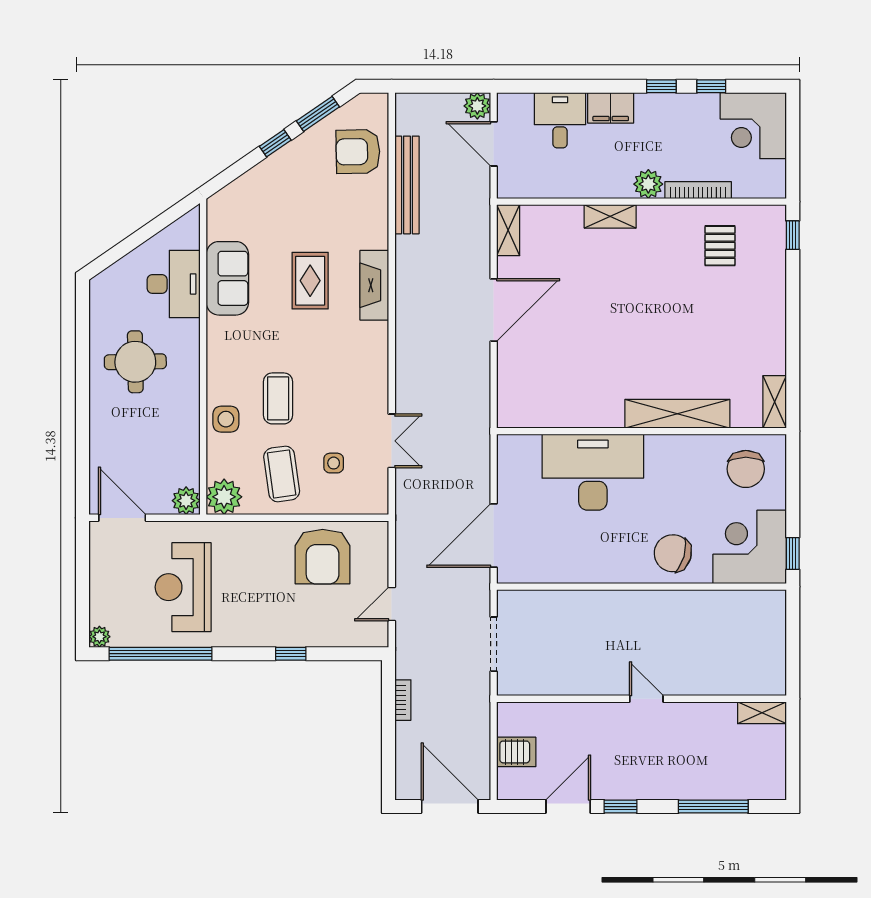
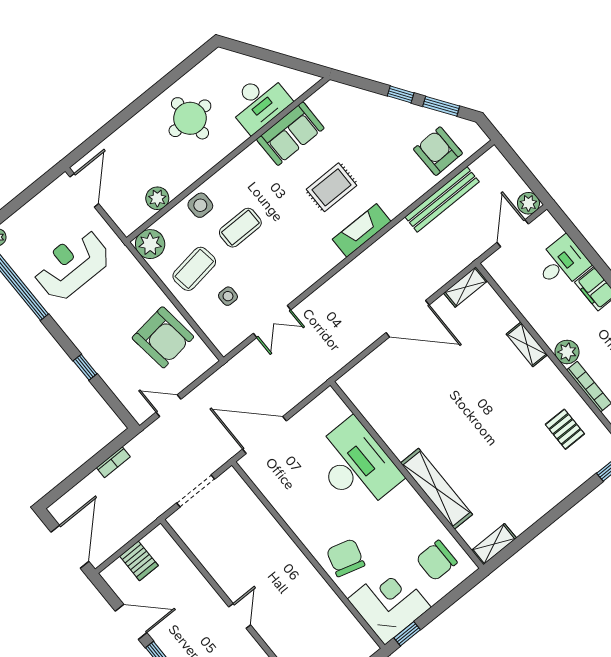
pallet: (720, 246) -> (565, 429), turned 90
plant: (186, 501) -> (157, 198), moved
armchair: (323, 557) -> (163, 337), turned -97

